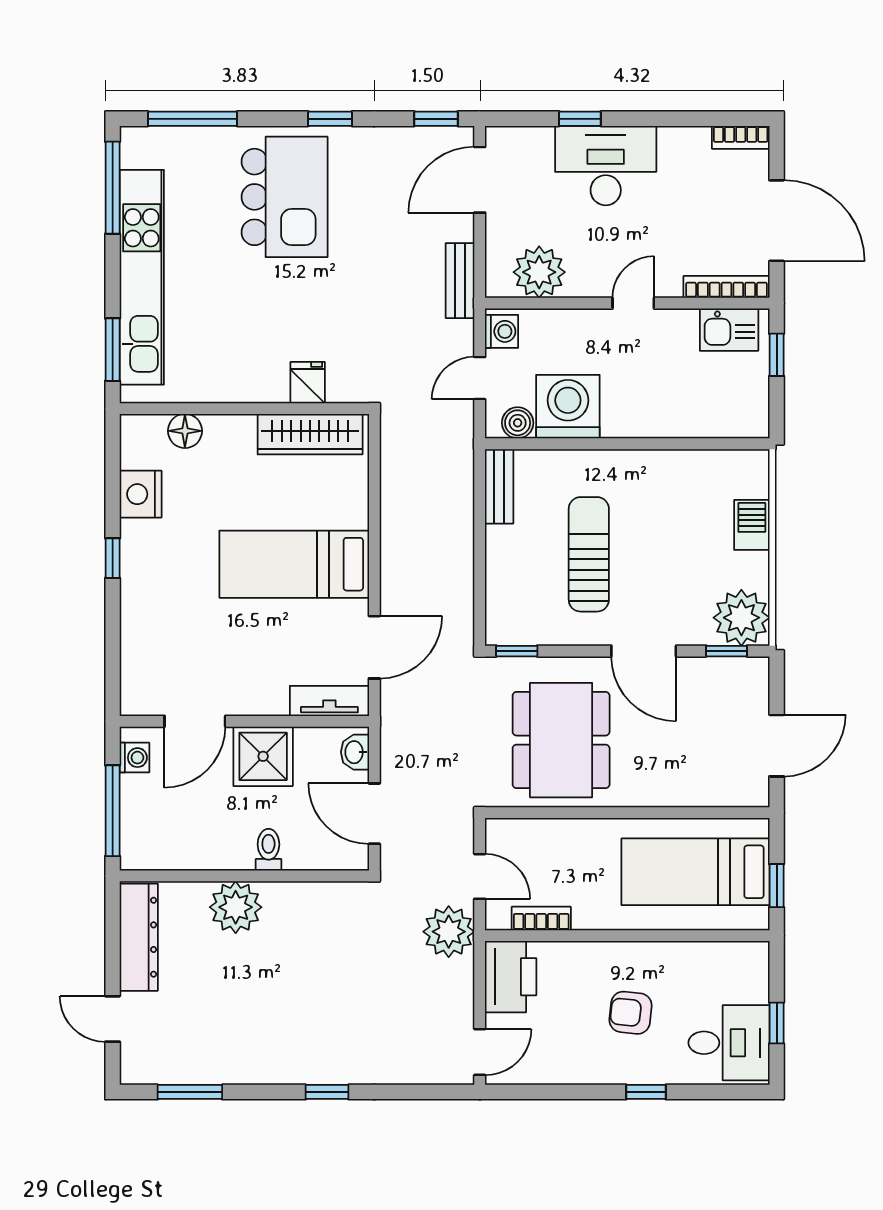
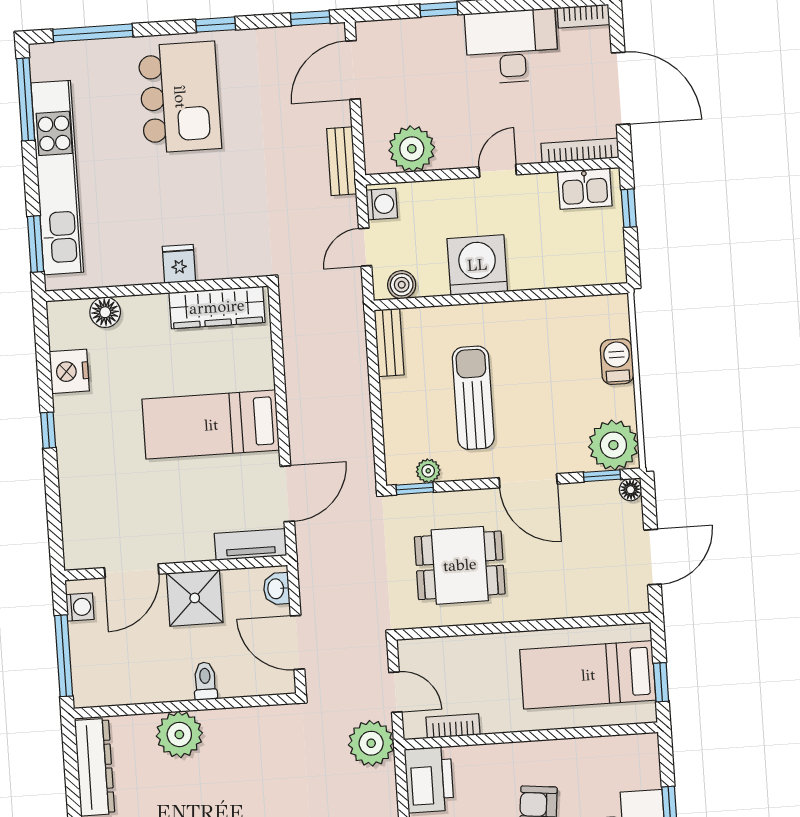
desk: (606, 166) -> (512, 46), moved
fridge: (308, 383) -> (179, 264), moved
washing machine: (568, 407) -> (477, 265), moved
plant: (533, 632) -> (428, 471), added
floor lamp: (757, 669) -> (631, 490), added
dining table: (561, 740) -> (460, 565), width x0.73

